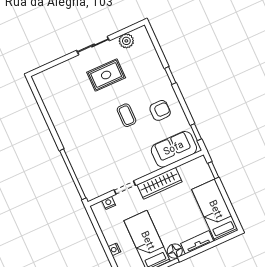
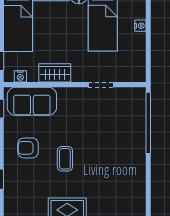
wardrobe: (160, 183) -> (55, 73), width x0.67
nightstand: (109, 203) -> (20, 76), moved

